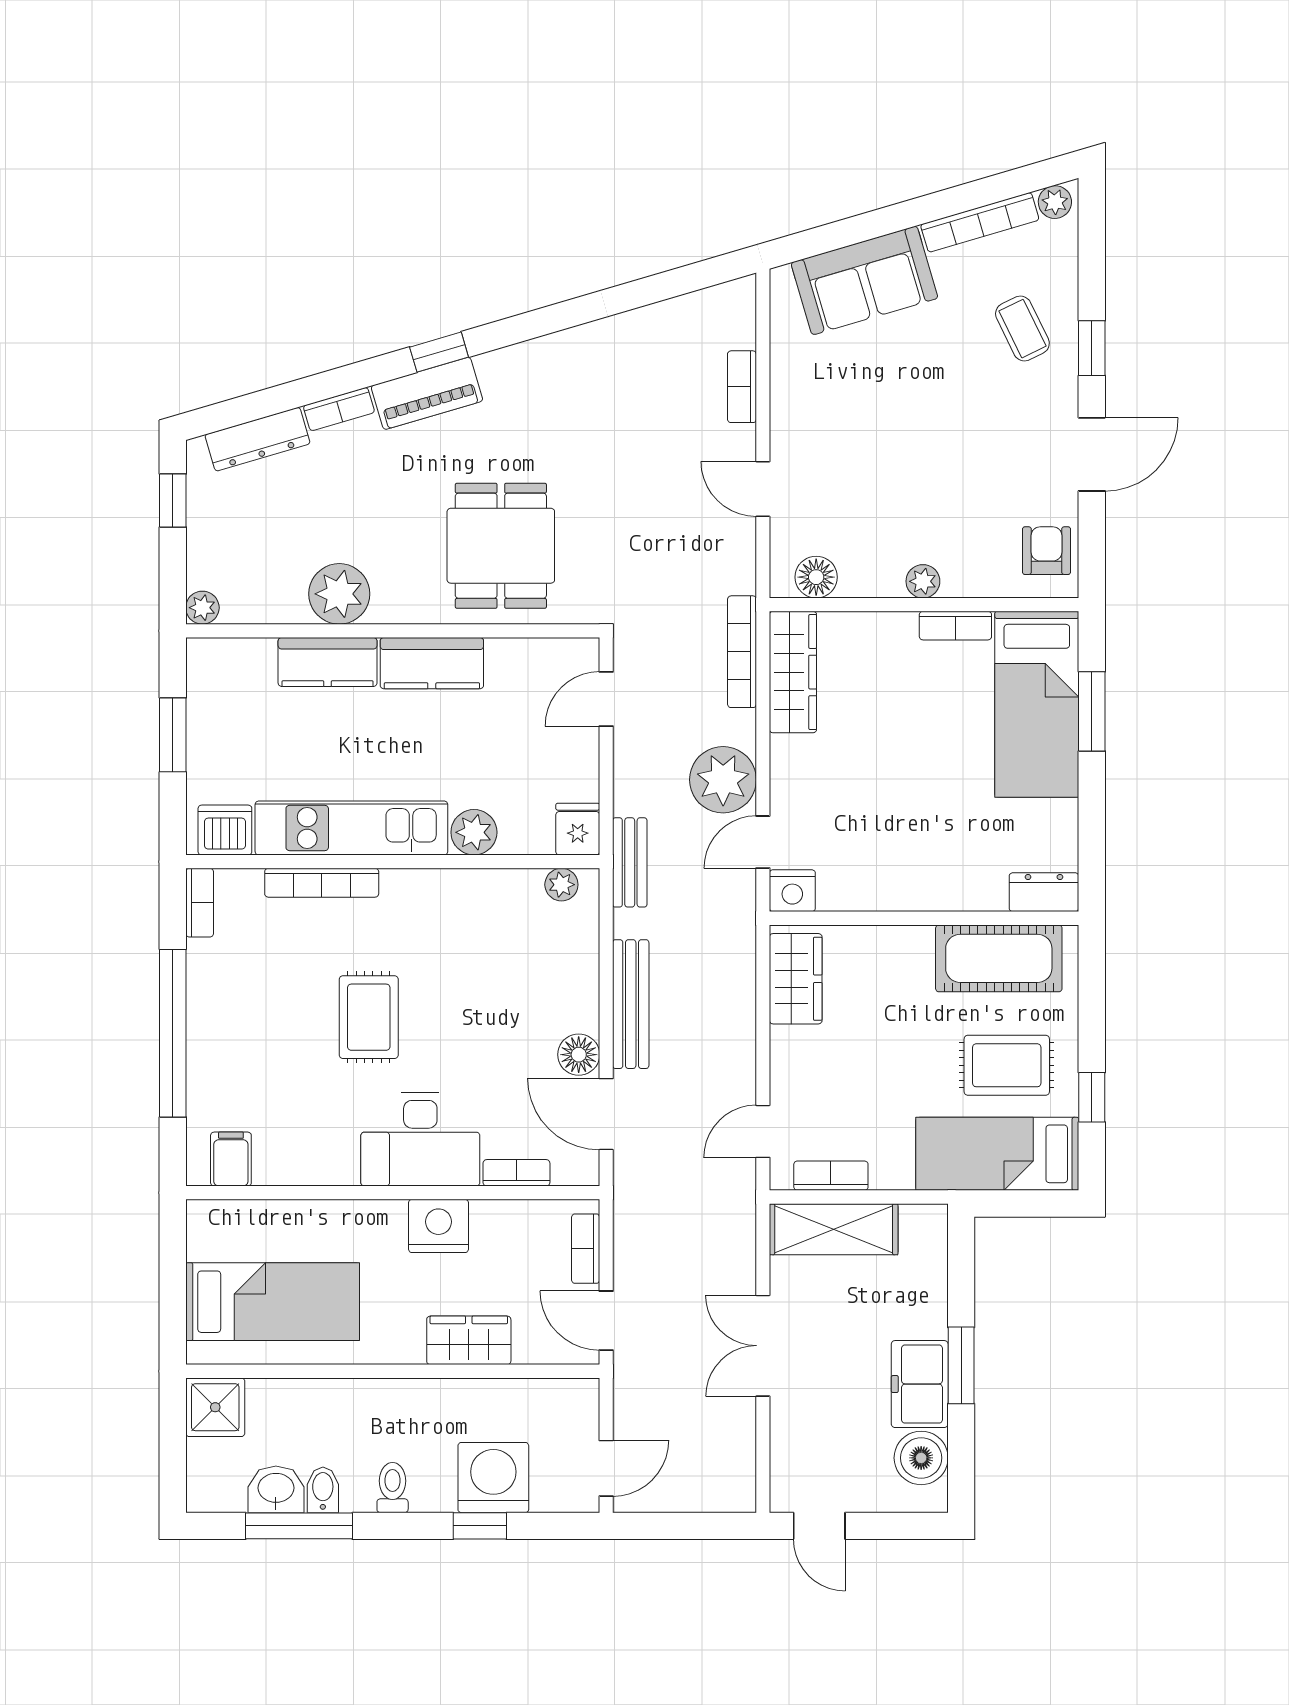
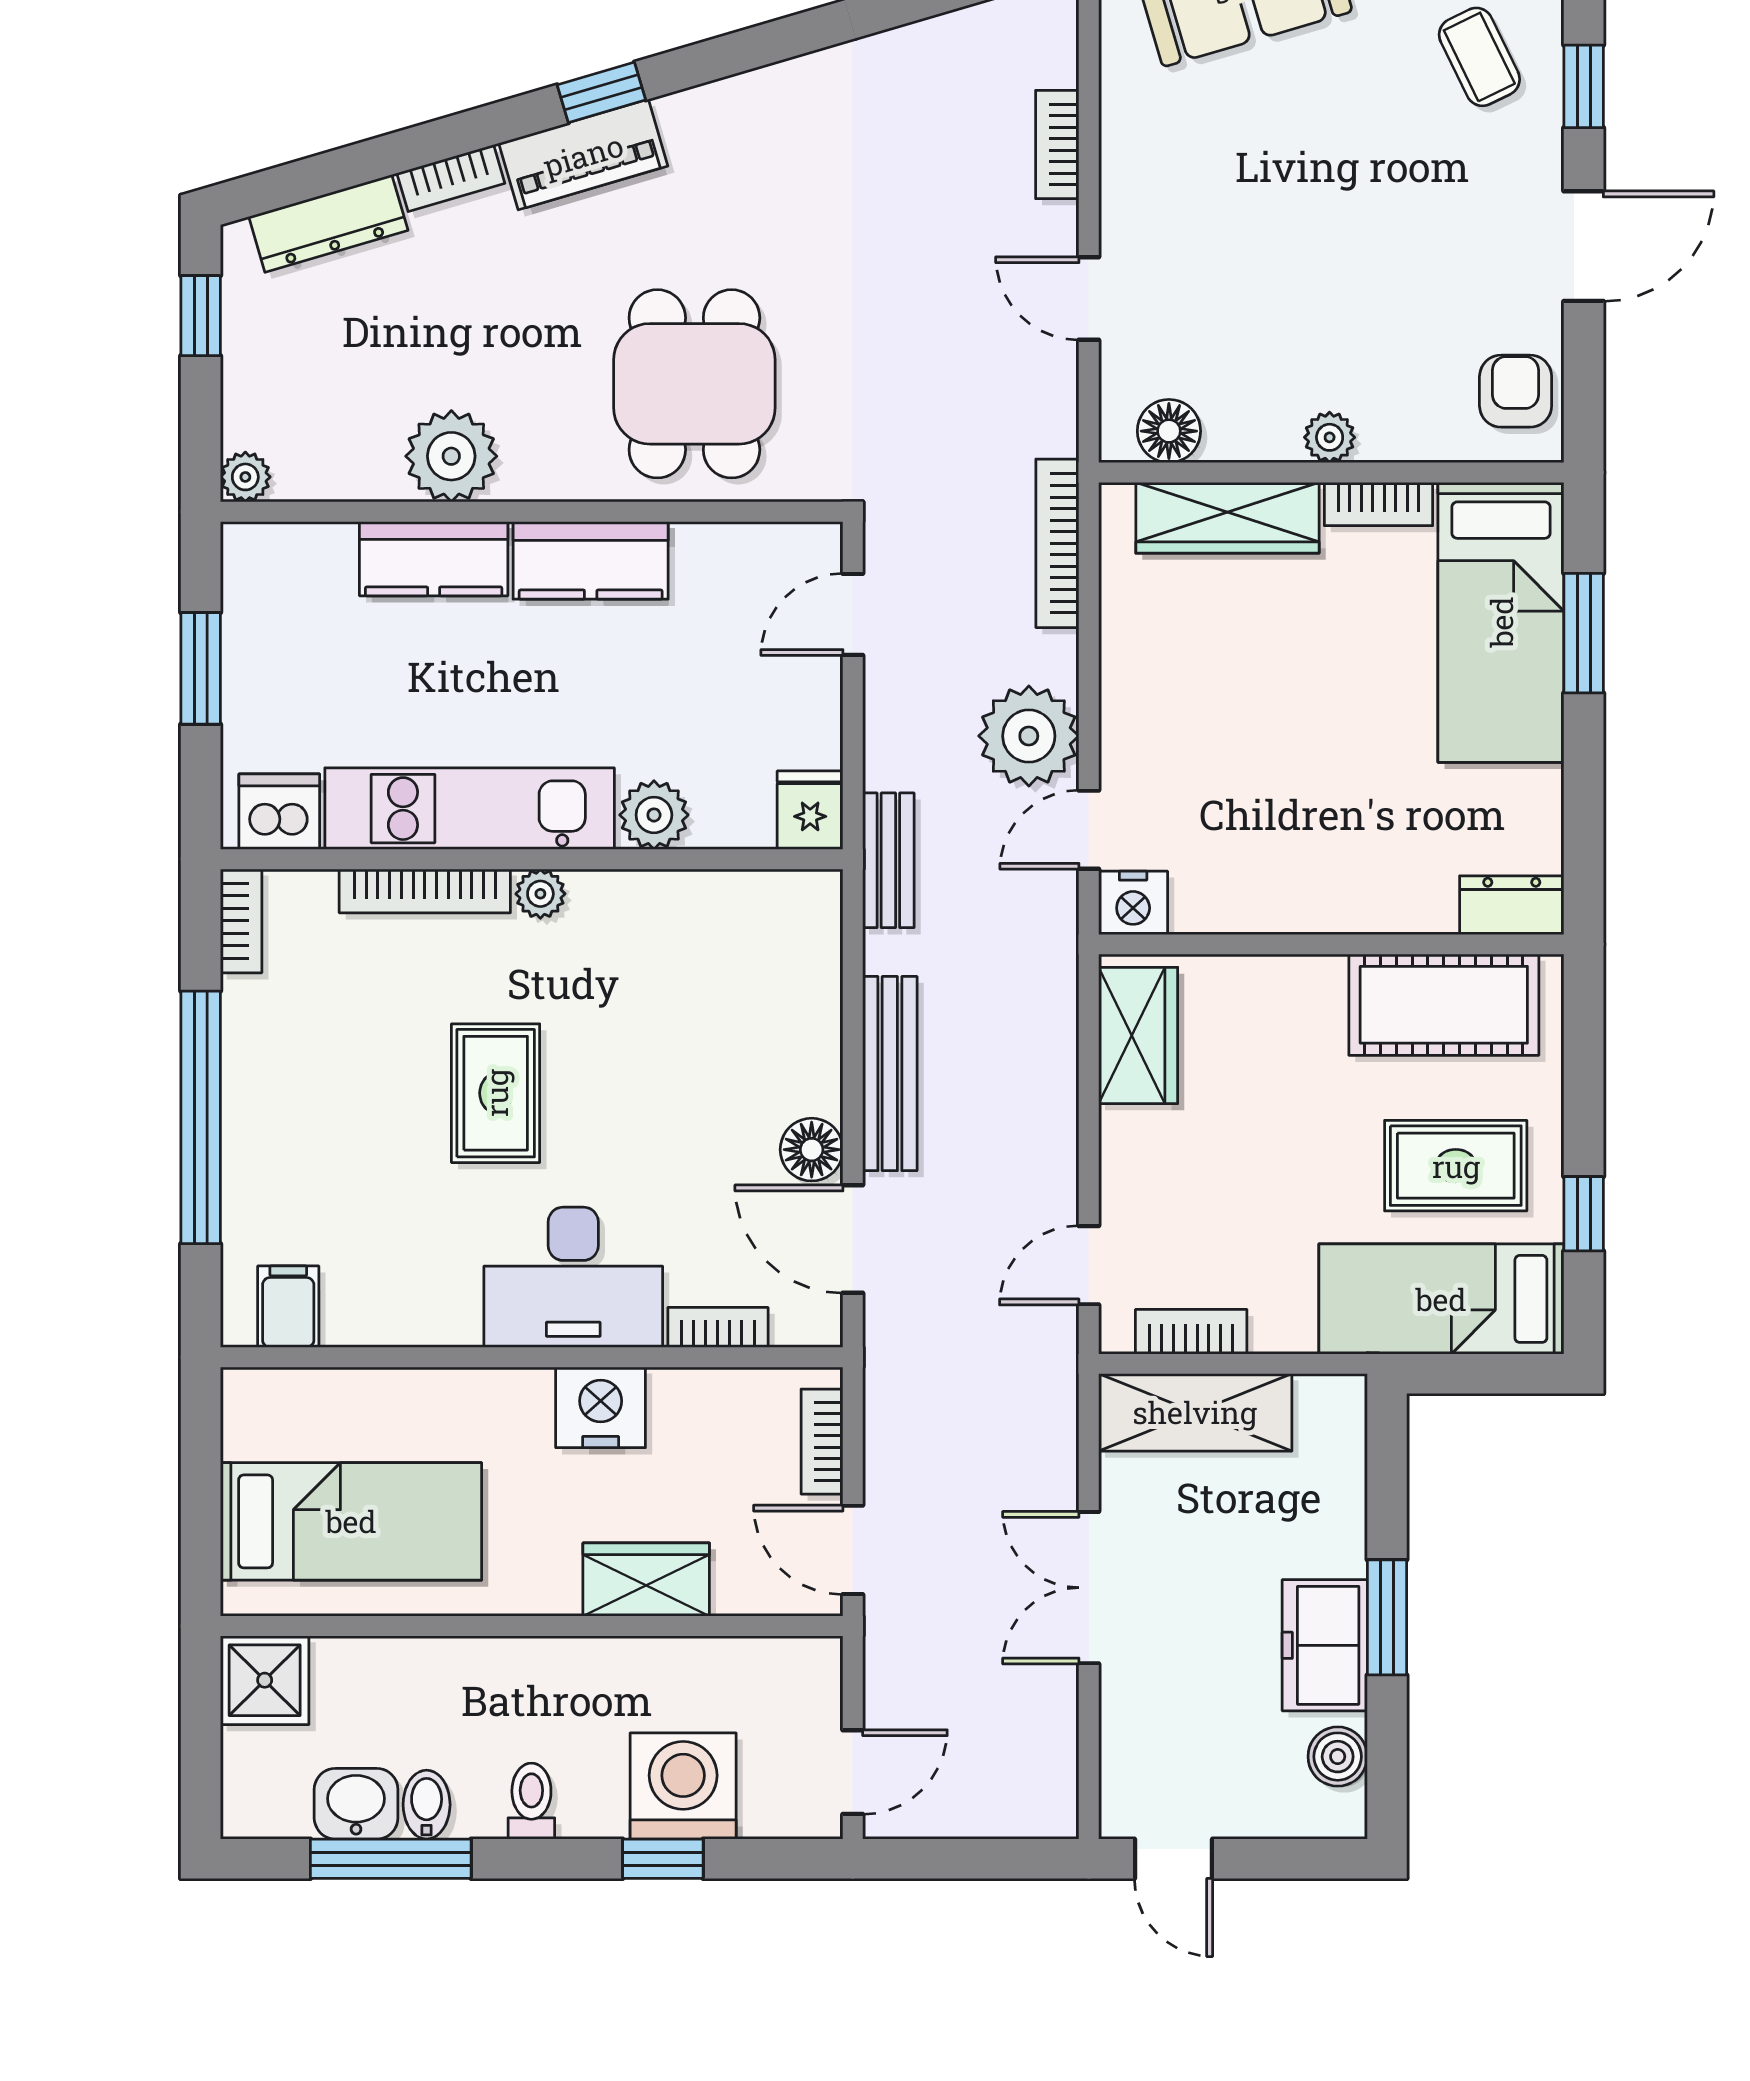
wardrobe: (793, 672) -> (1227, 518), moved, turned 90
plant: (561, 885) -> (540, 894), moved
boiler: (921, 1458) -> (1338, 1757), width x0.73, depth x0.73

